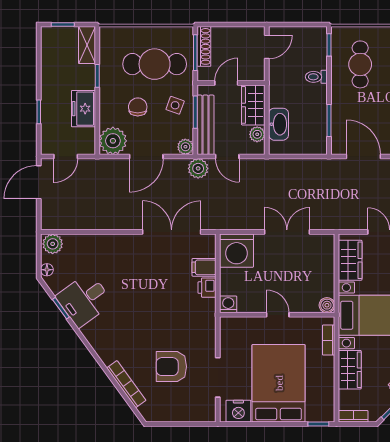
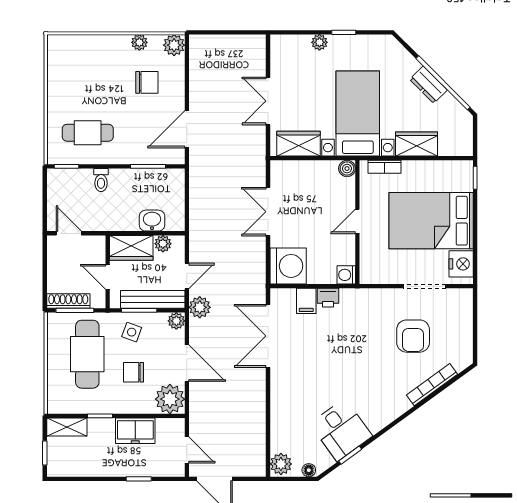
washbasin: (279, 124) -> (152, 221), width x0.72
bookcase: (353, 416) -> (467, 140), removed

